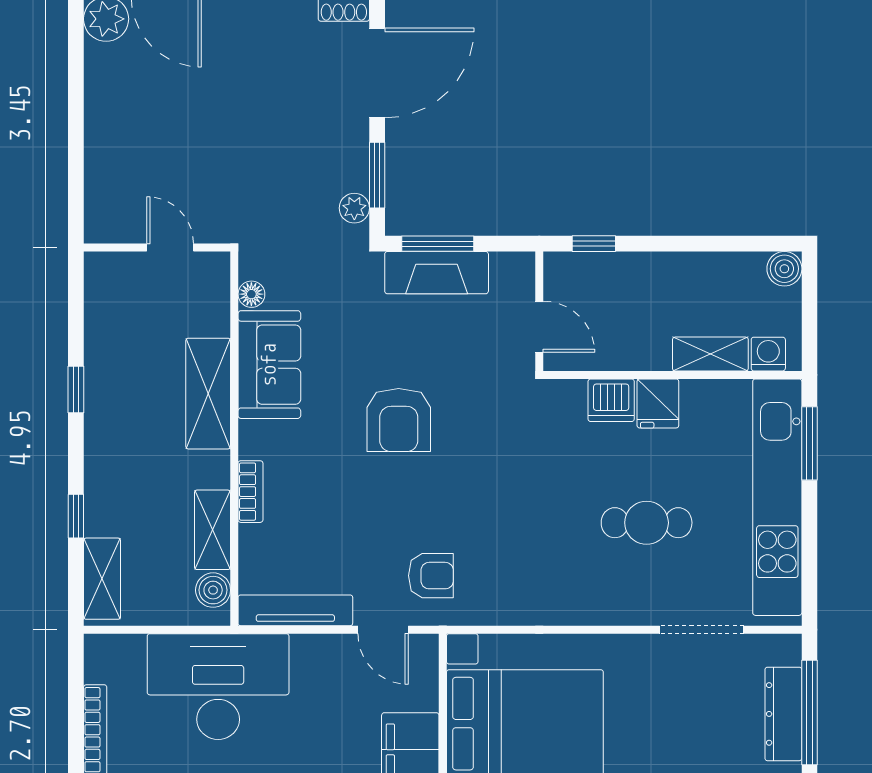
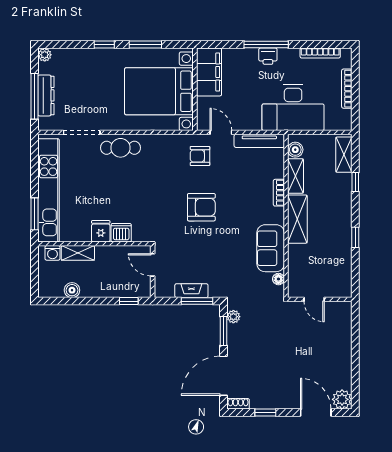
boiler: (784, 269) -> (72, 290), moved
fireplace: (437, 273) -> (191, 291), width x0.73, depth x0.76
shelving: (208, 394) -> (297, 219), moved
armchair: (399, 420) -> (201, 207), moved, turned 90
cafe table: (647, 523) -> (121, 148), moved

